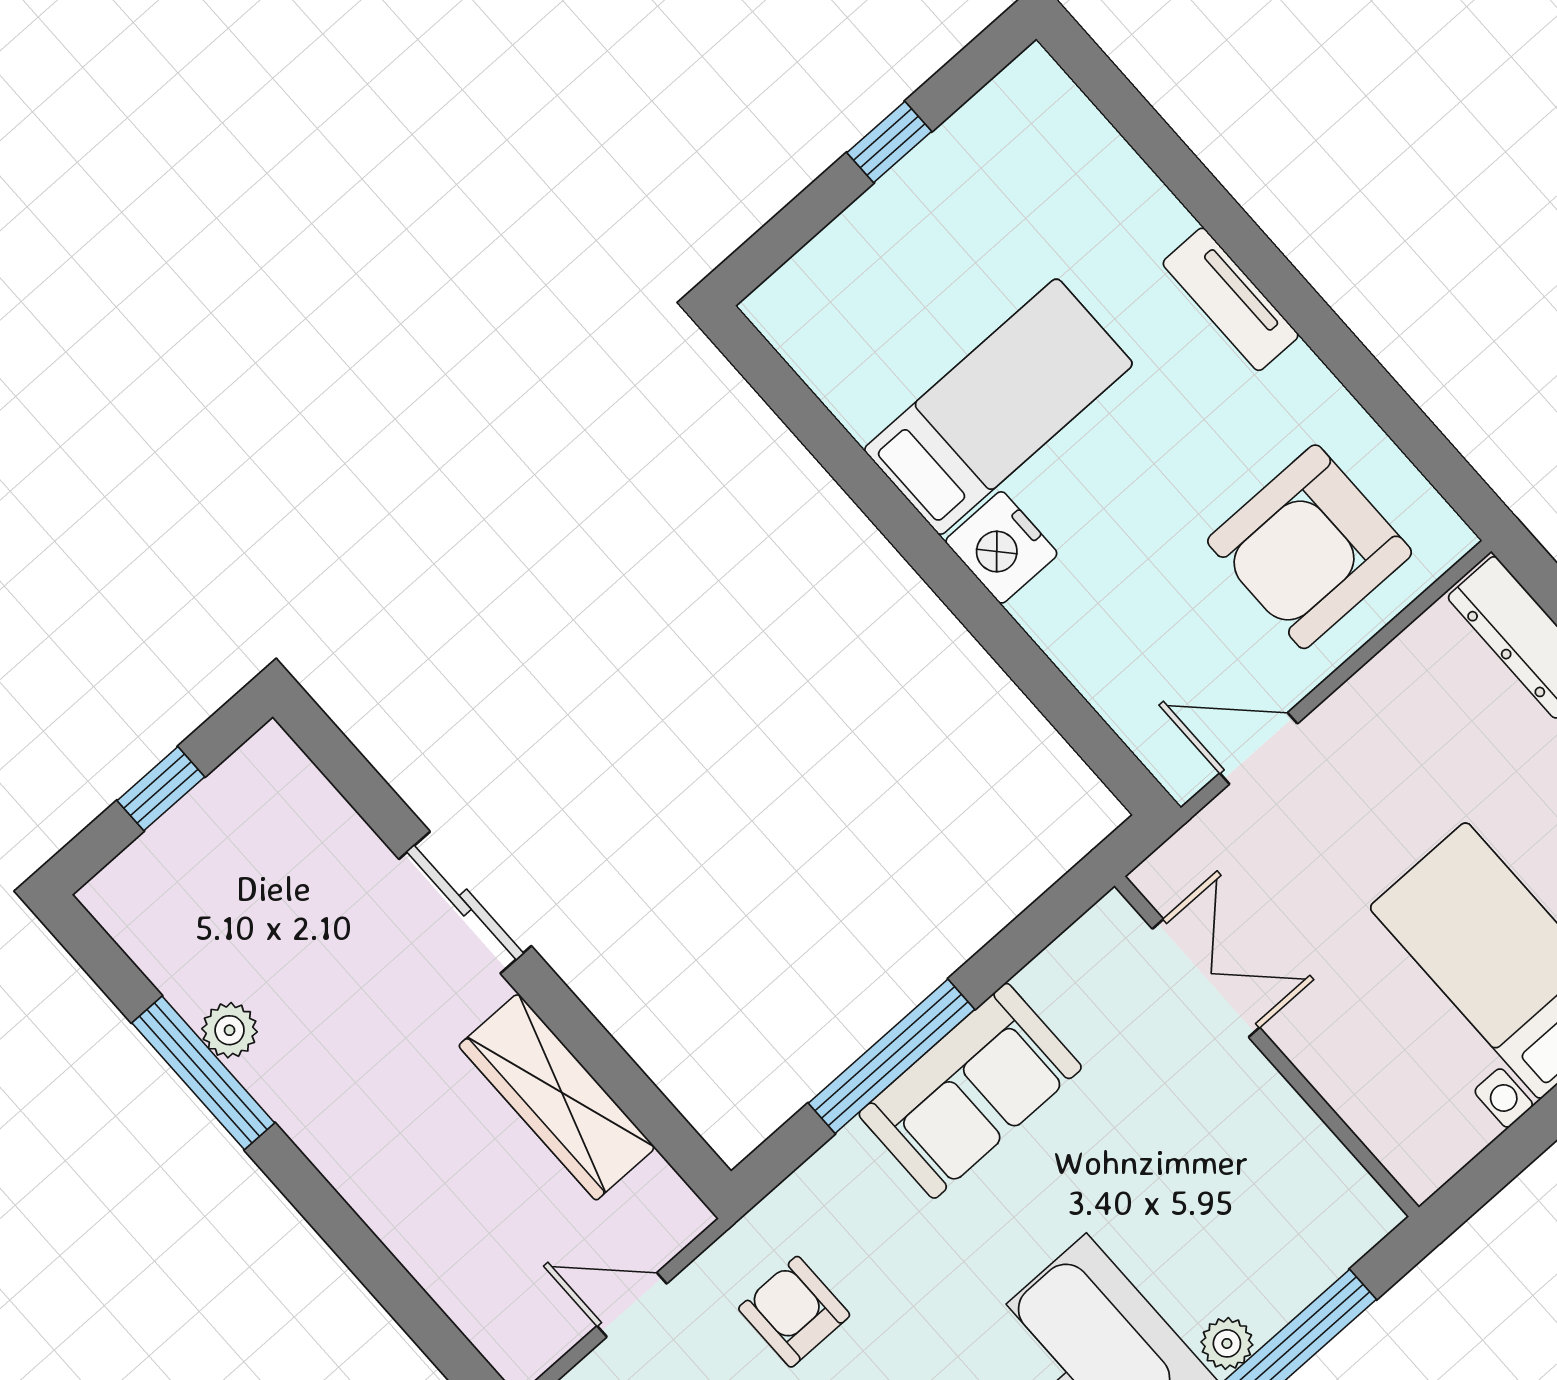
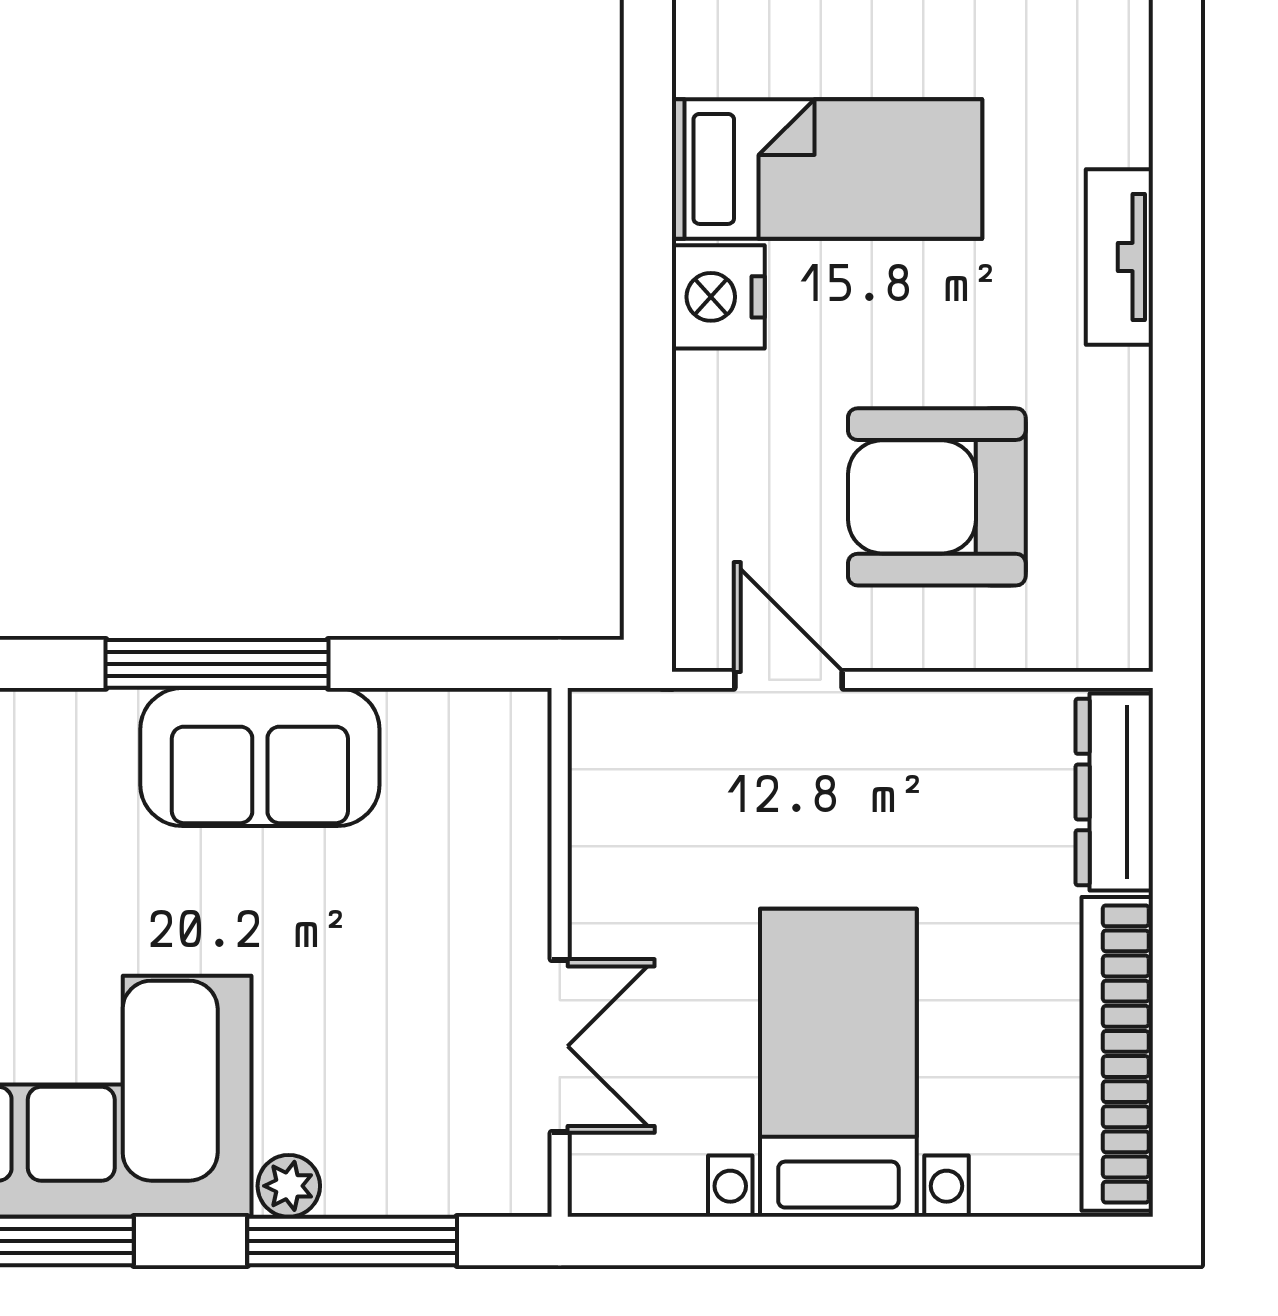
armchair: (1310, 547) -> (937, 497), moved
double door: (1206, 978) -> (560, 1046), moved

